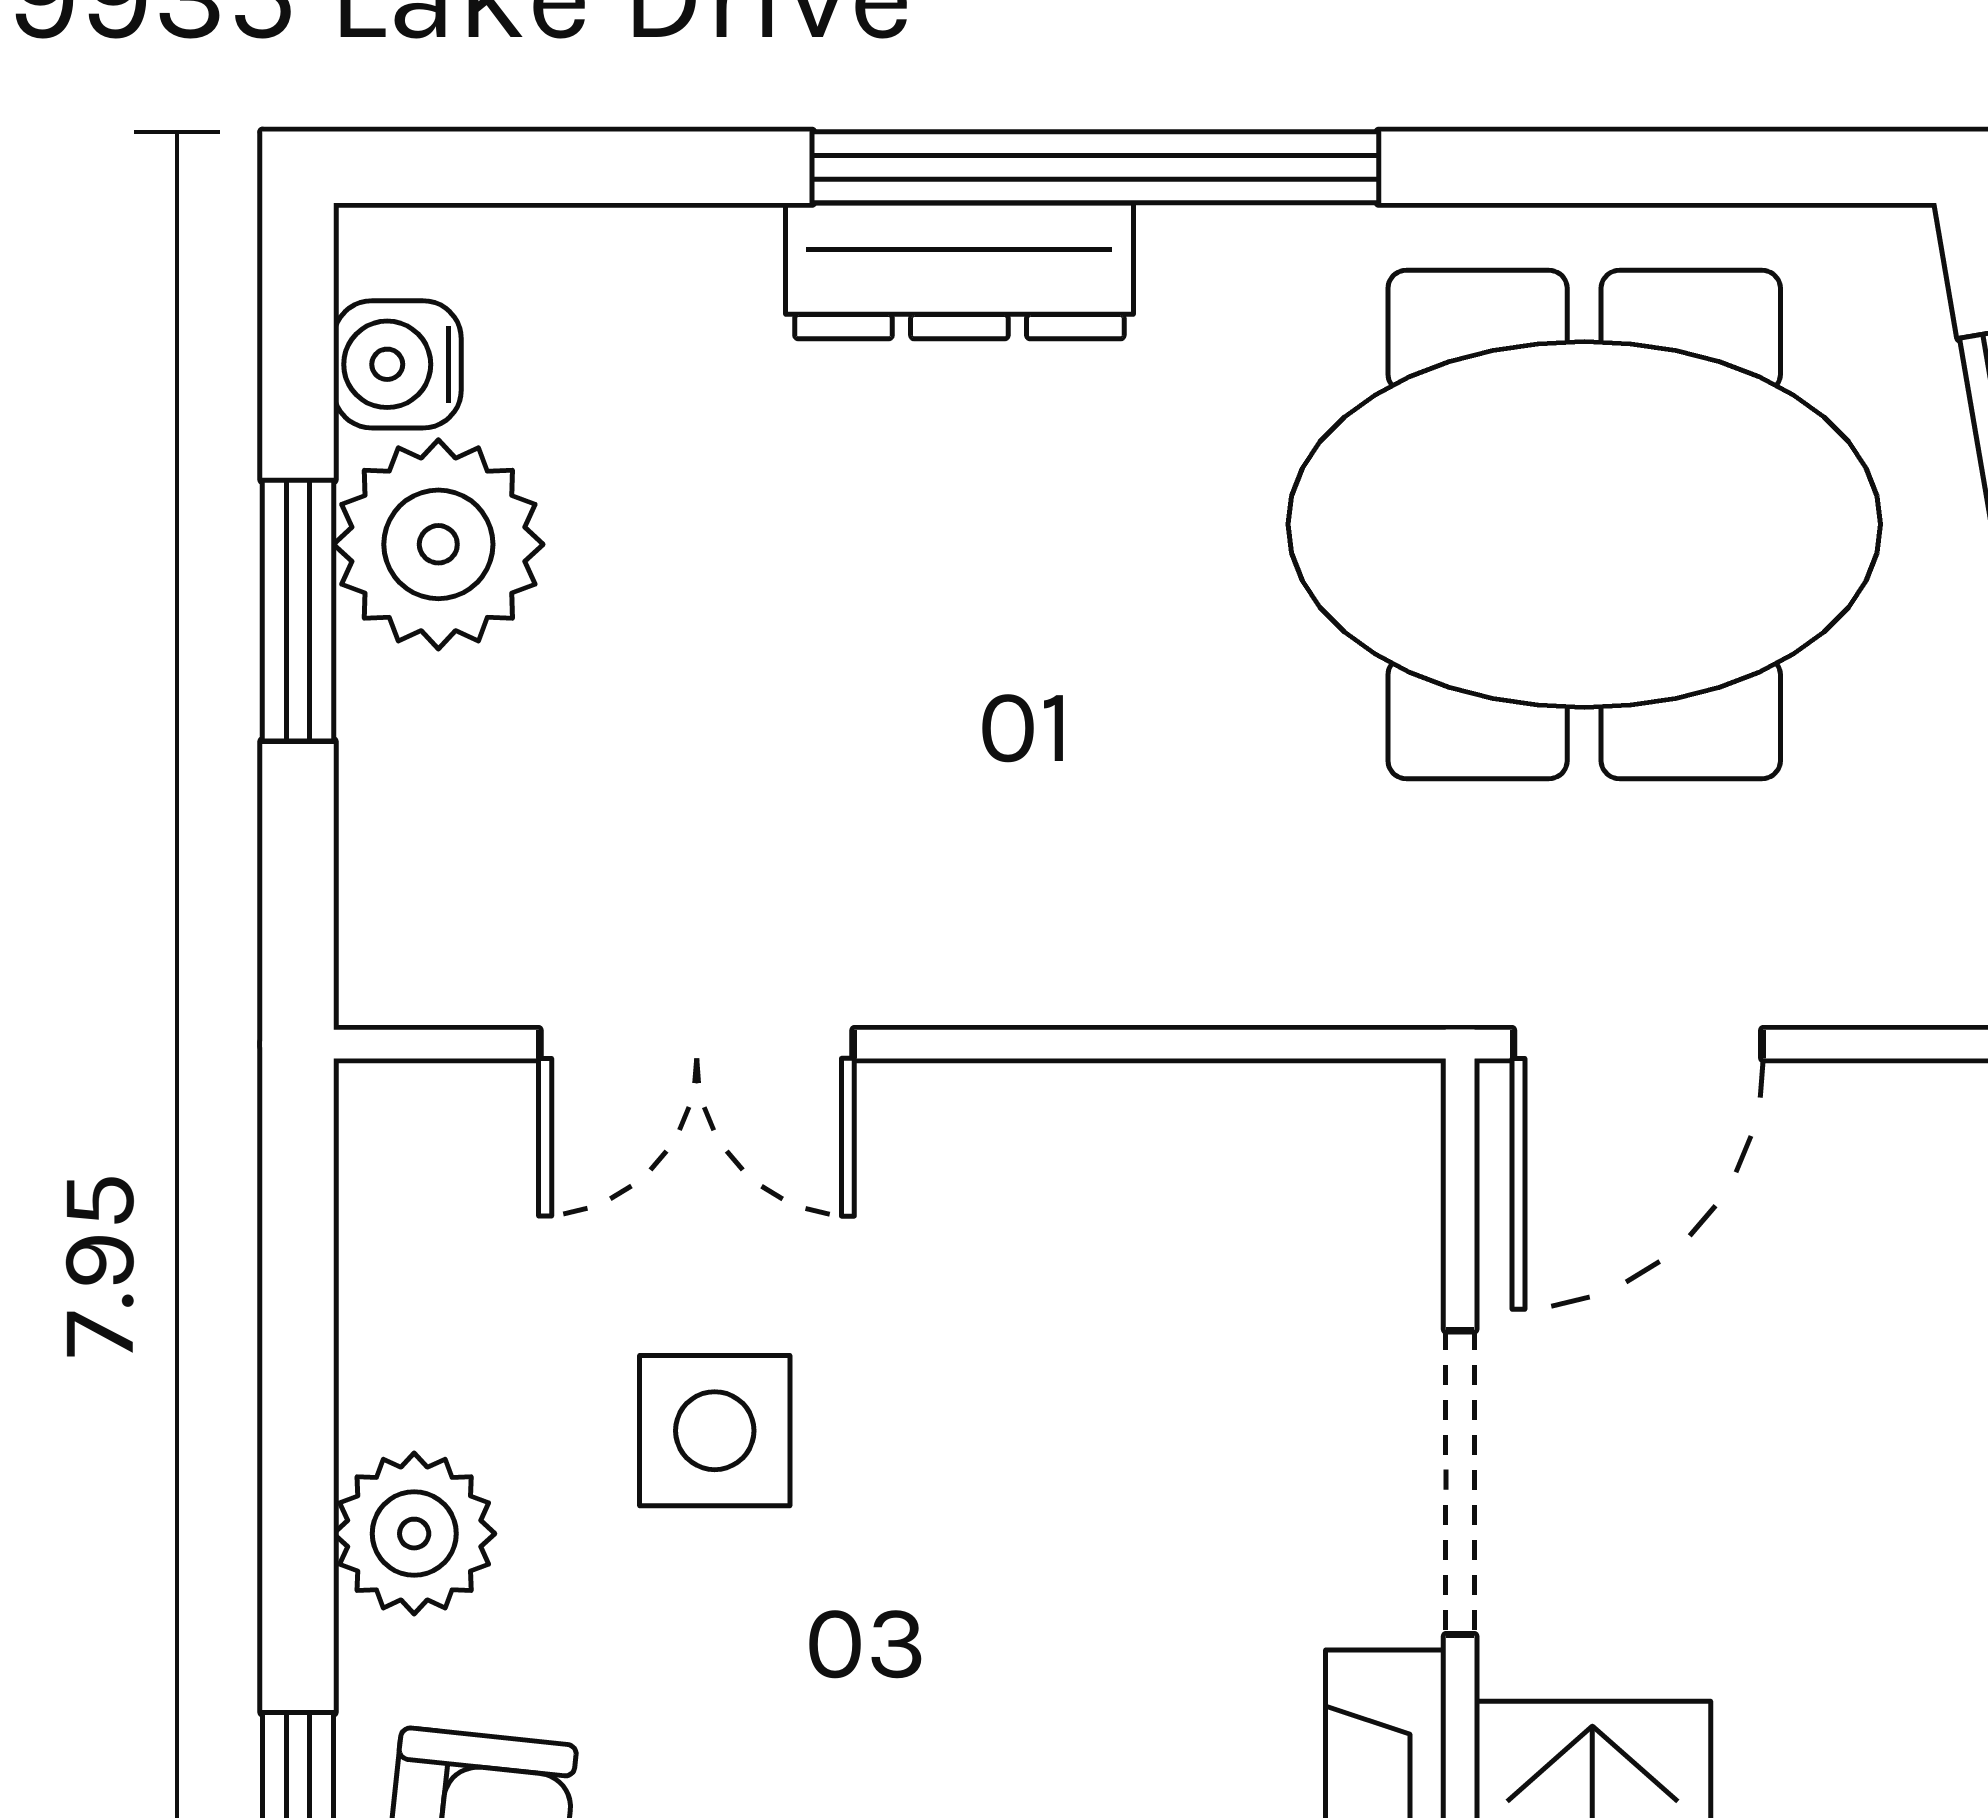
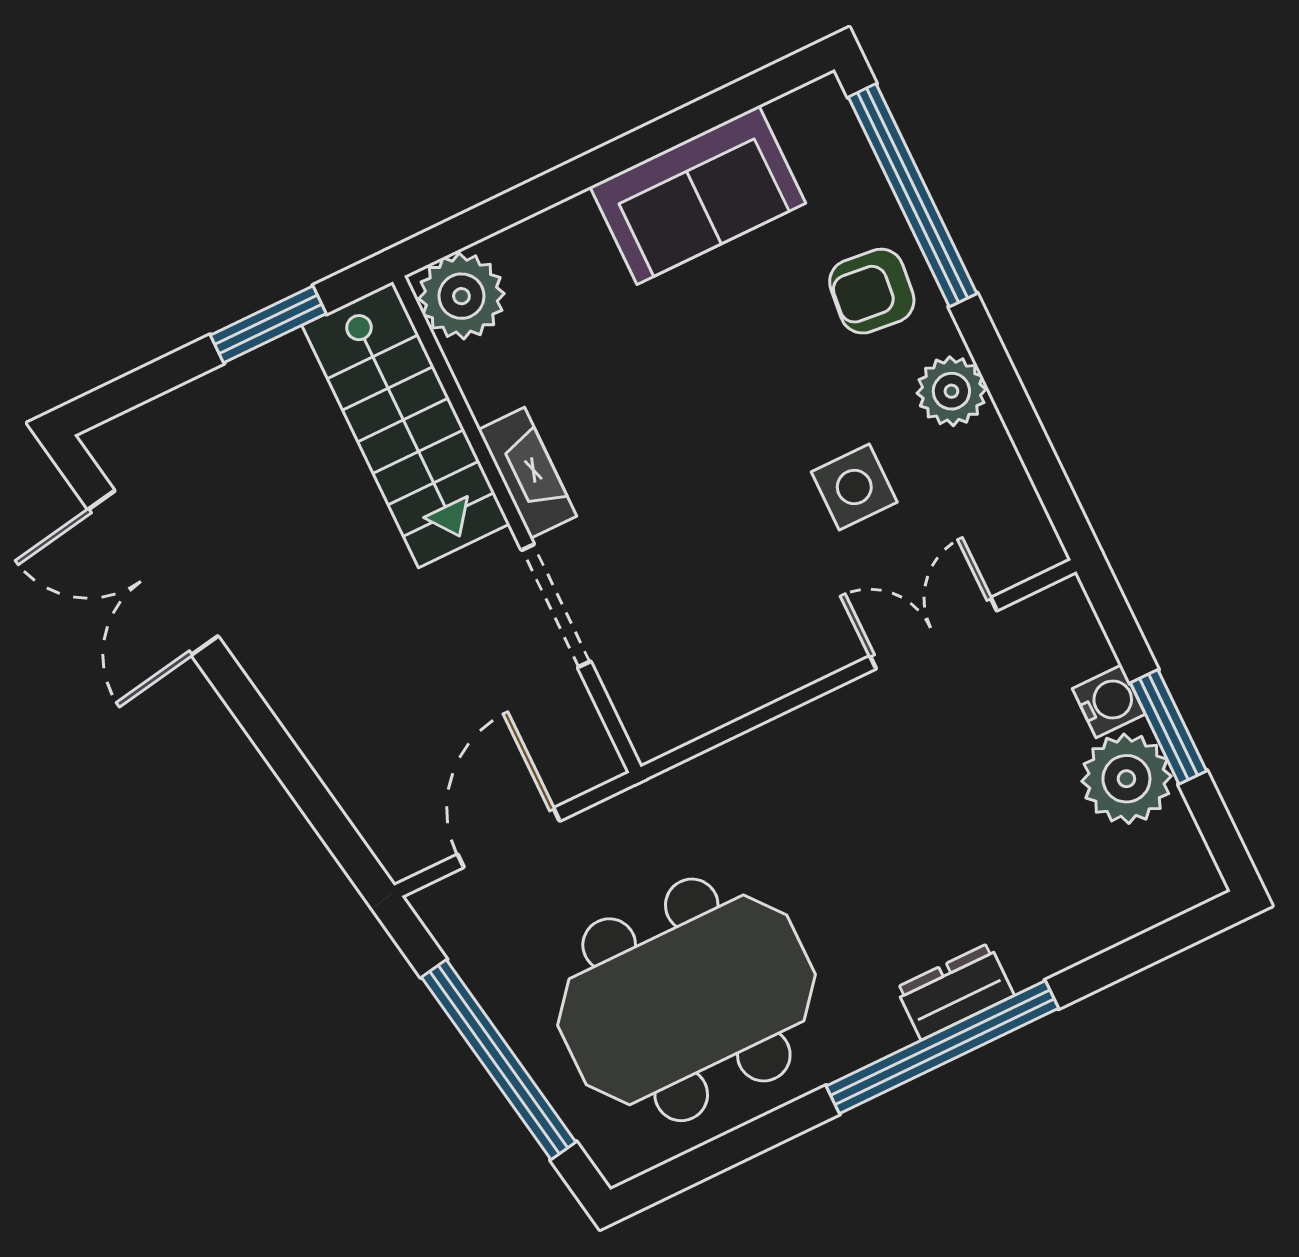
dresser: (959, 271) -> (955, 992), width x0.70
water cooler: (397, 364) -> (1109, 701), moved
door: (1638, 1044) -> (509, 838), moved

